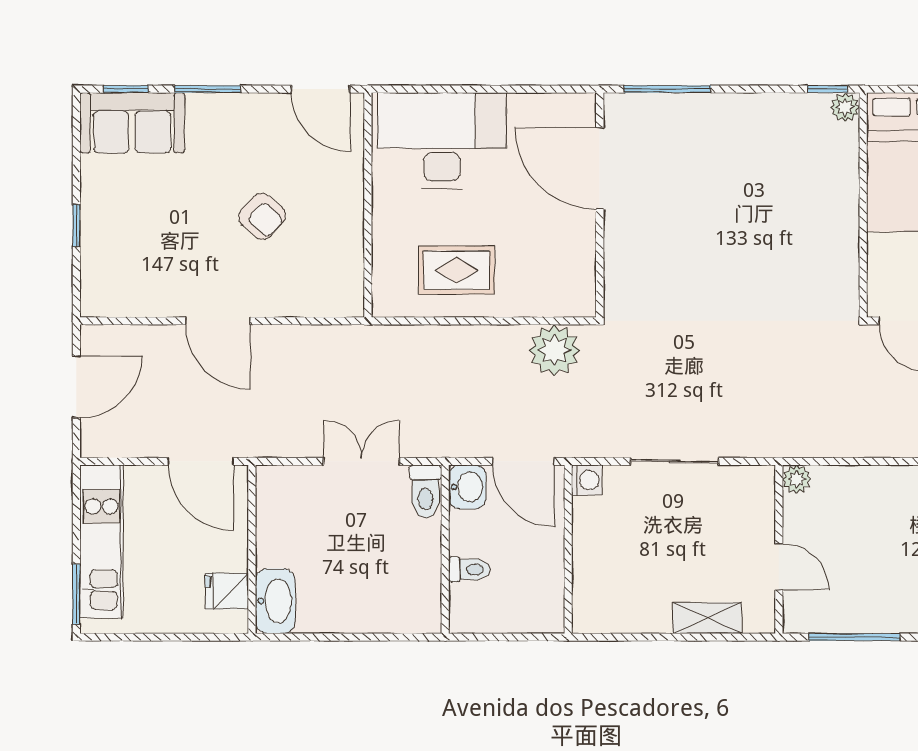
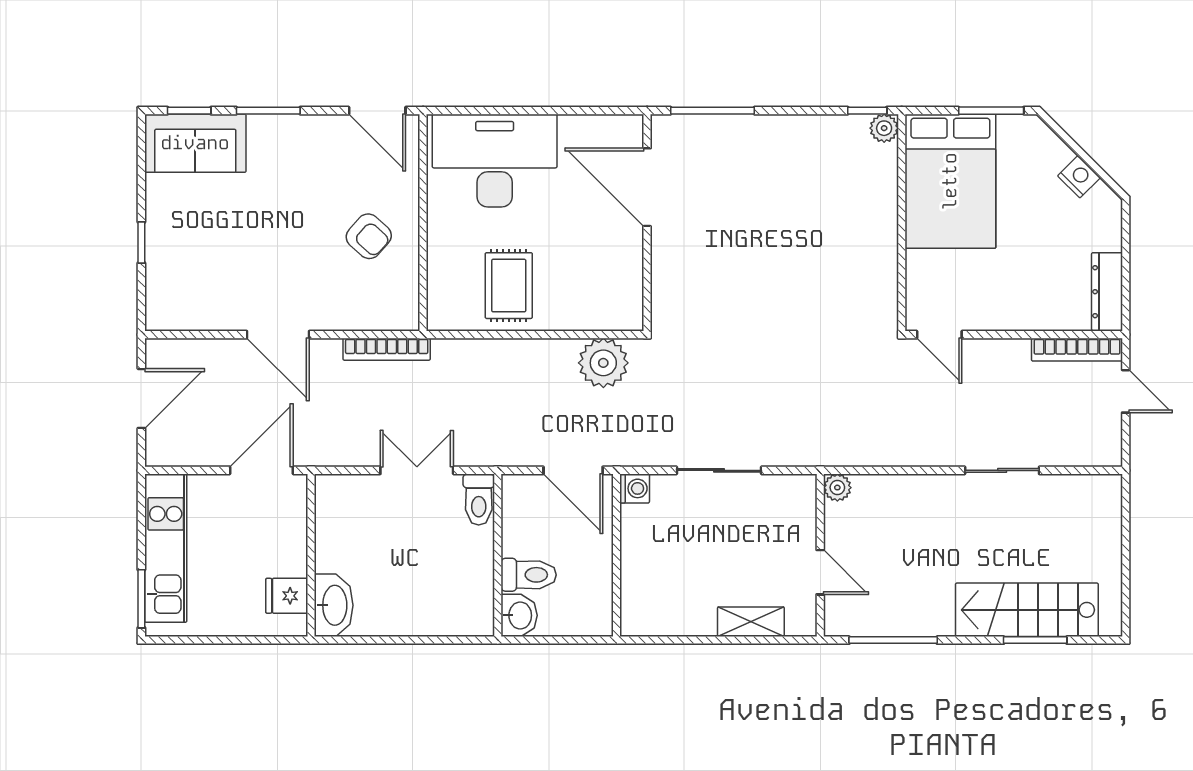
armchair: (262, 216) -> (369, 236), moved
rug: (457, 270) -> (509, 286), turned 90
bookcase: (330, 336) -> (387, 349), added
door: (201, 461) -> (261, 470), swing flipped
washbasin: (467, 487) -> (519, 615), moved
toilet: (469, 569) -> (529, 575), width x1.37, depth x1.39

